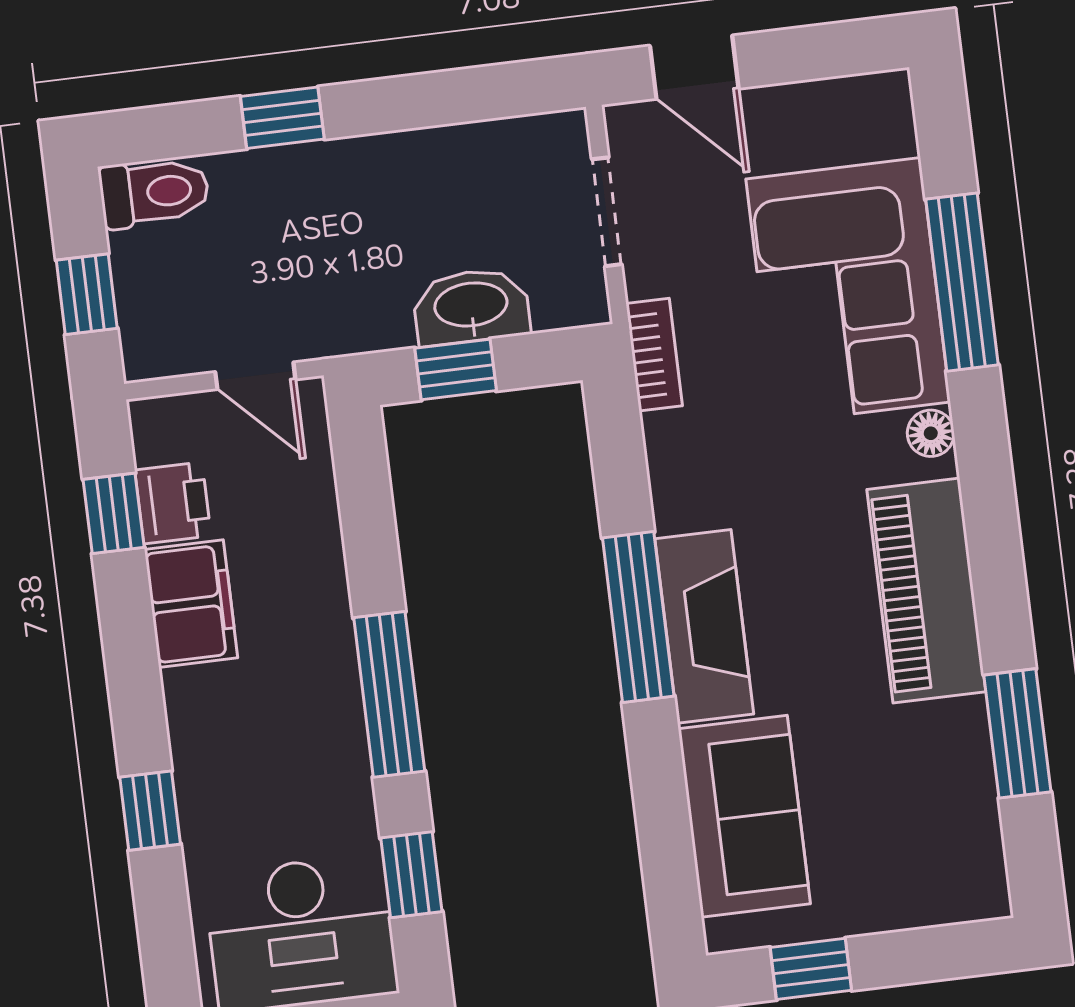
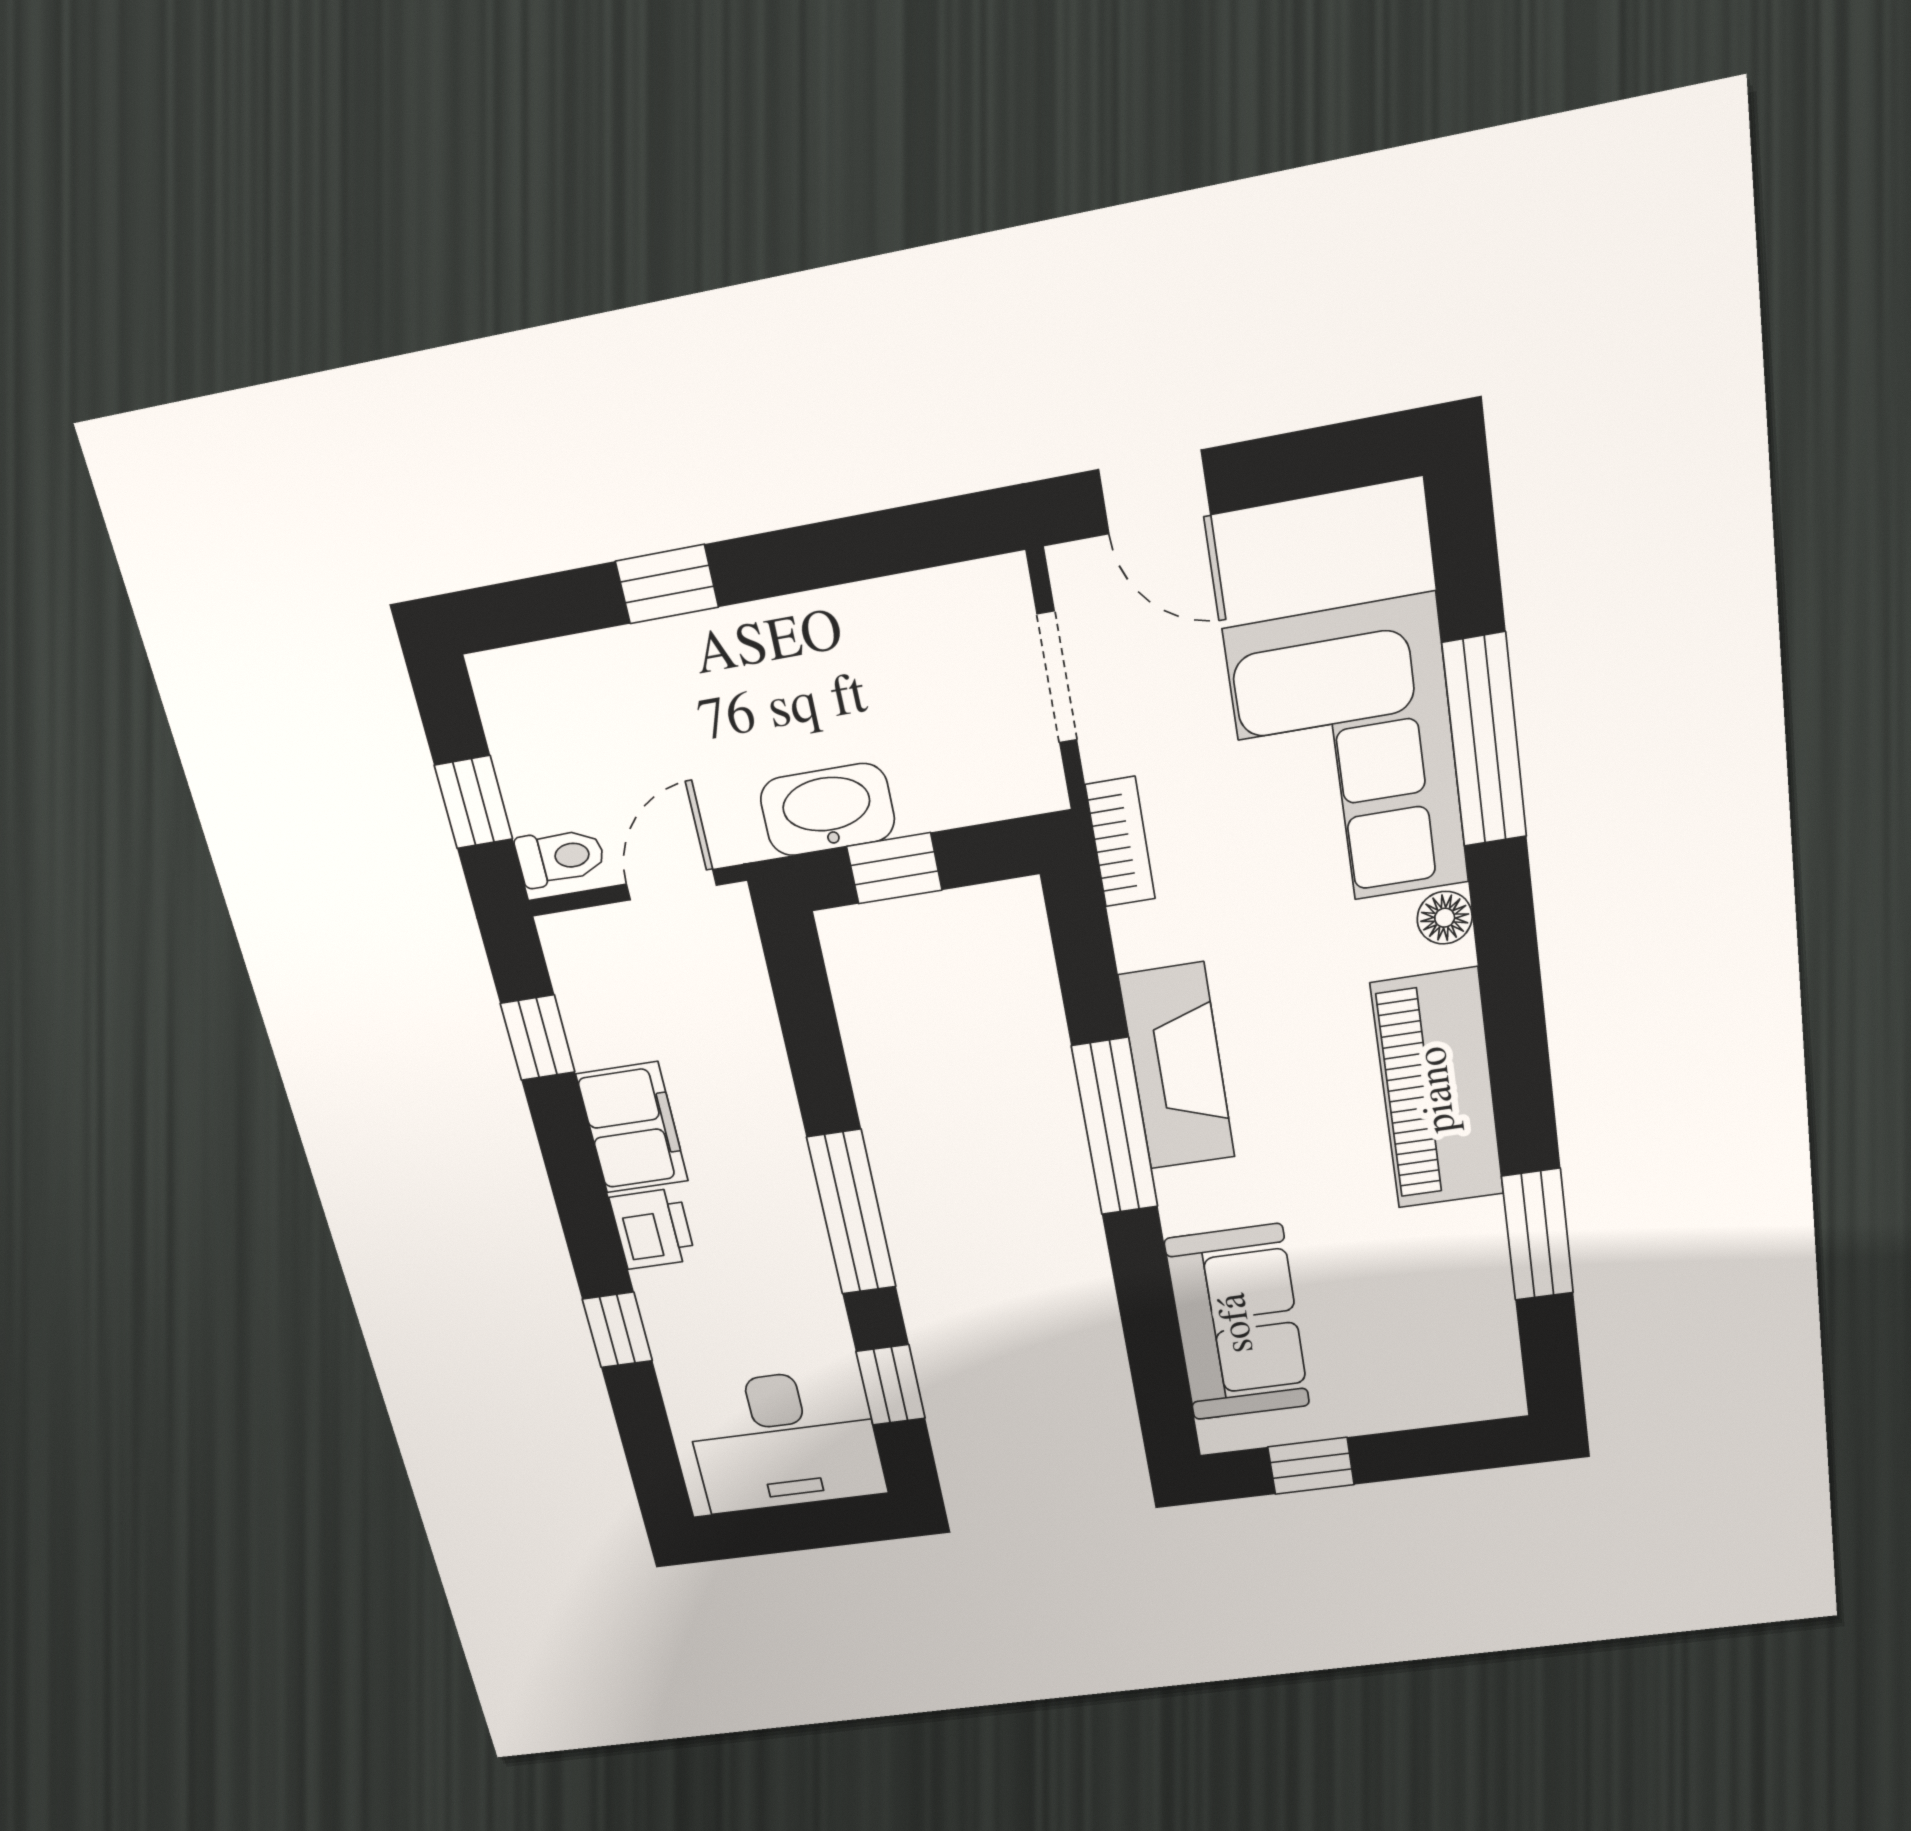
toilet: (154, 192) -> (560, 857), moved, width x0.73, depth x0.72
washbasin: (471, 307) -> (827, 810), moved
door: (255, 376) -> (671, 885), swing flipped
printer: (173, 503) -> (653, 1229), moved
fireplace: (704, 626) -> (1177, 1067), moved

